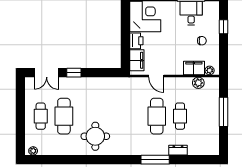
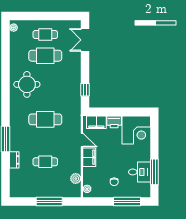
window: (223, 27) -> (127, 202), width x2.17
filing cabinet: (194, 68) -> (89, 157), moved
window: (74, 73) -> (85, 90), moved
door: (156, 76) -> (82, 140), swing flipped
cafe table: (157, 116) -> (45, 119), moved

